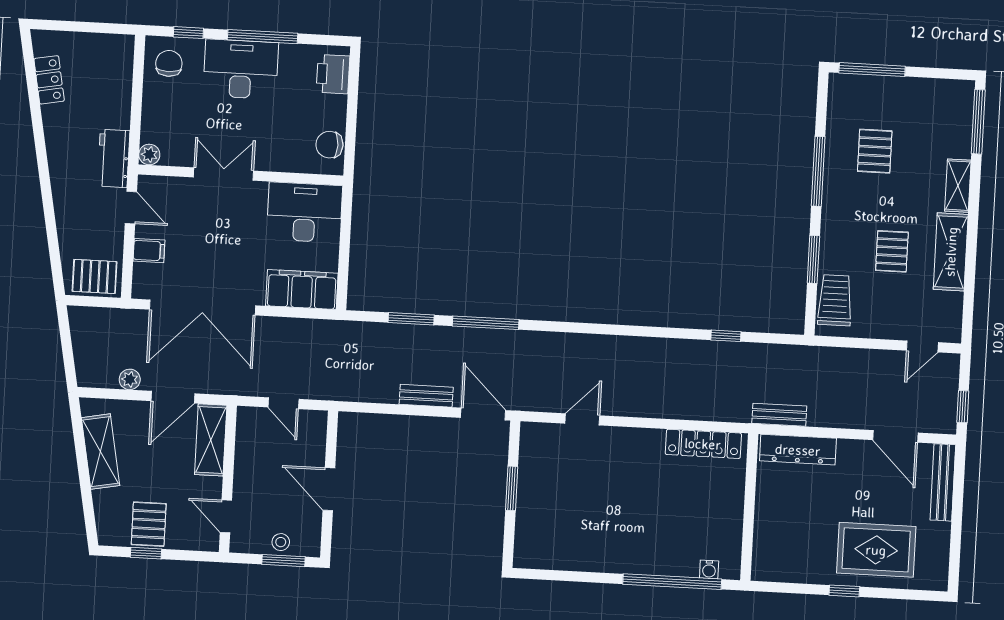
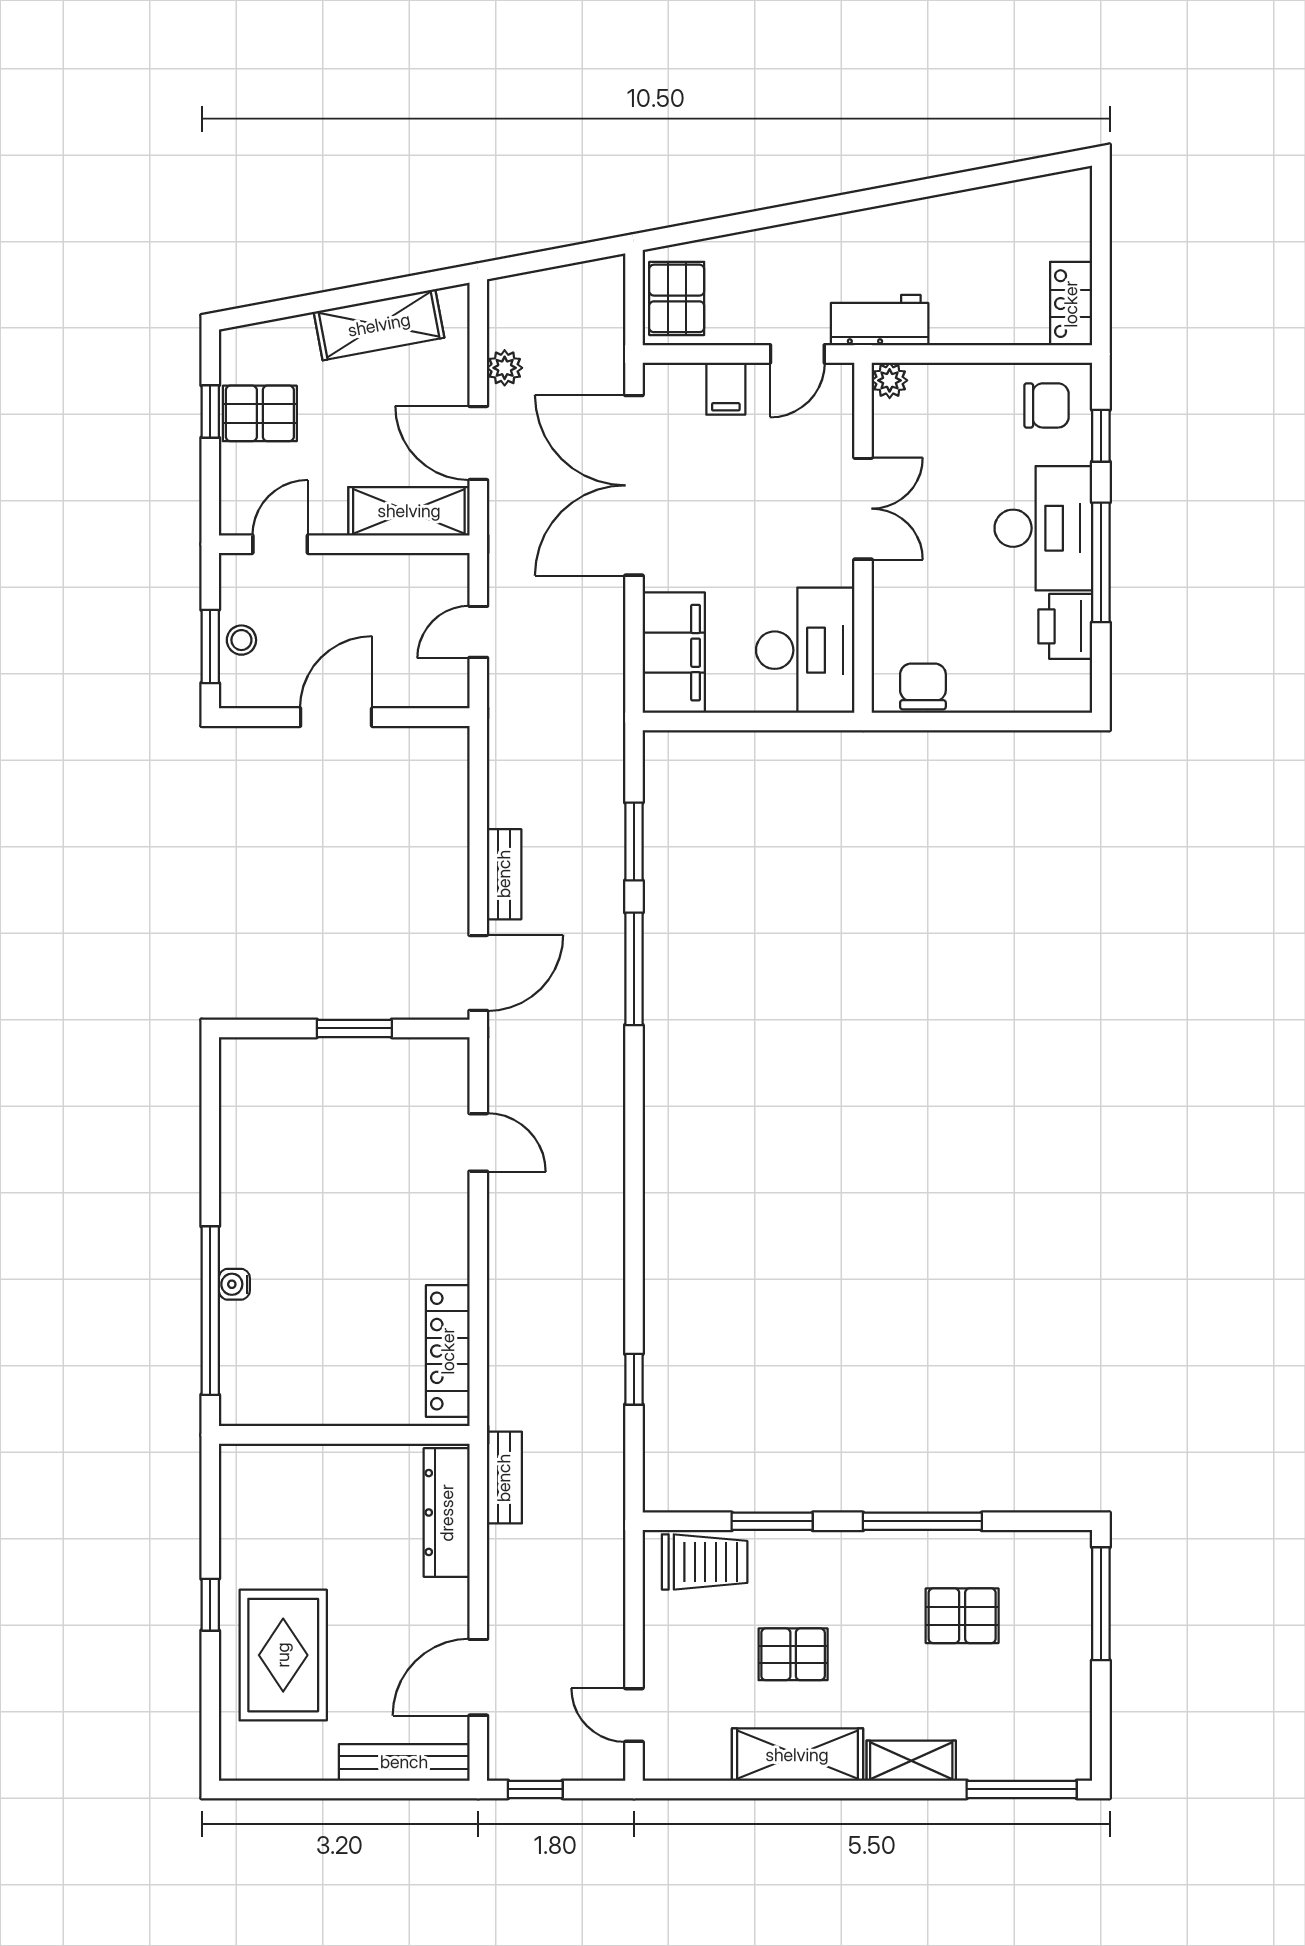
printer: (333, 74) -> (1065, 626), moved, turned -90
locker: (49, 80) -> (1071, 304), moved, turned 101
water cooler: (709, 569) -> (234, 1284), moved

